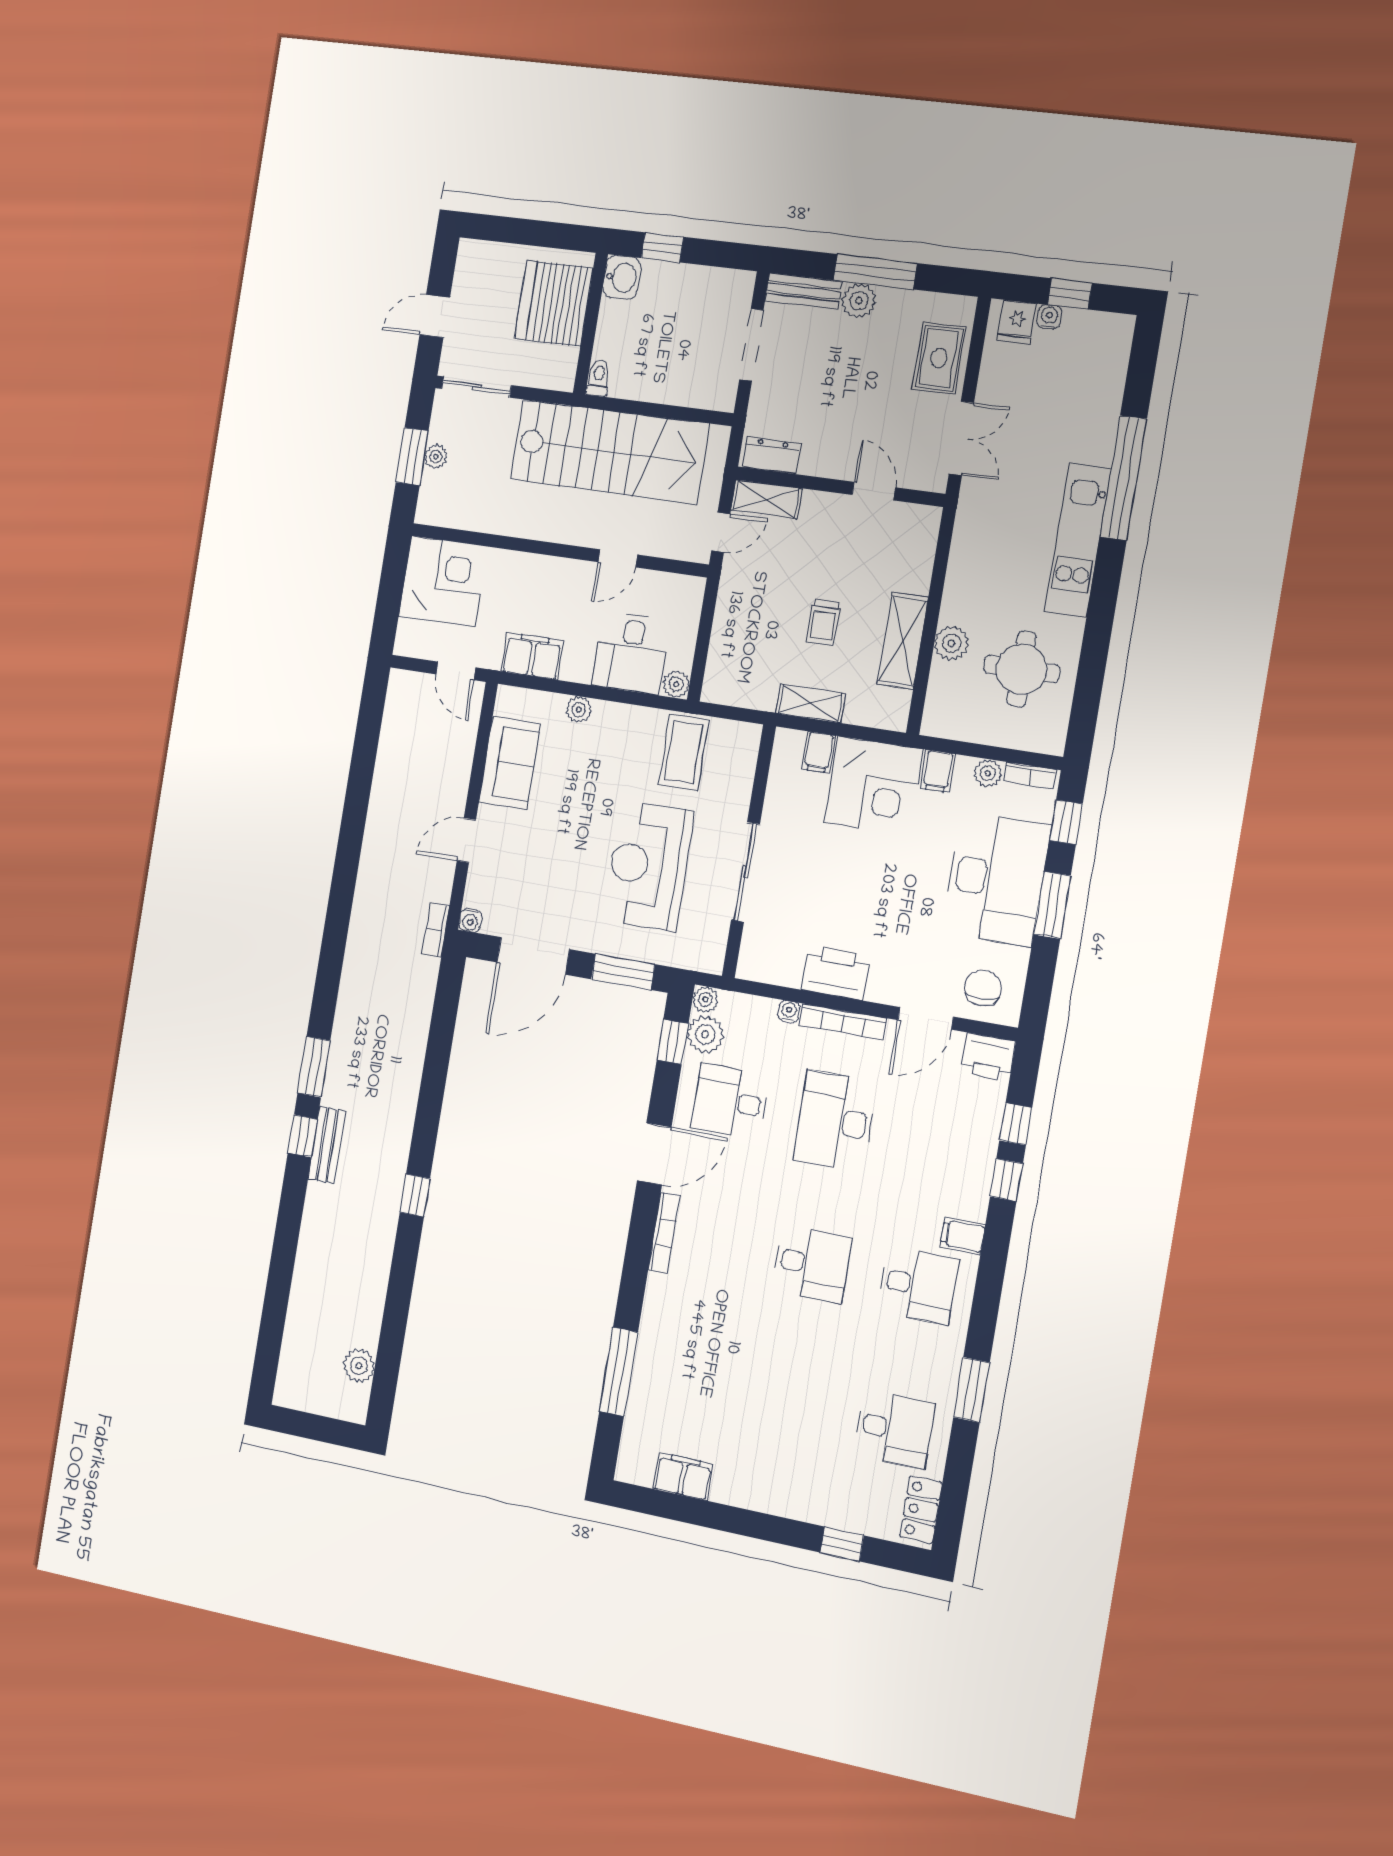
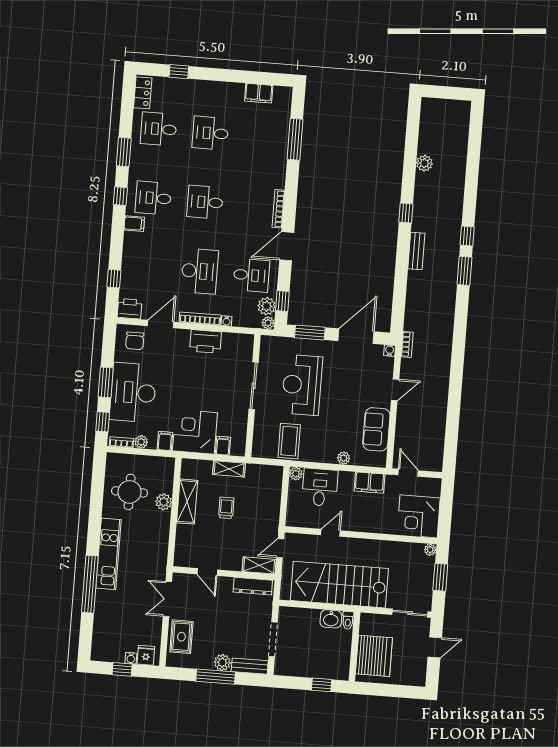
washbasin: (622, 277) -> (331, 619), moved, turned -90
dresser: (771, 455) -> (253, 586), width x1.44
plant: (436, 457) -> (430, 550), moved
reception desk: (648, 865) -> (302, 385), turned 180
bench: (327, 1145) -> (416, 251), moved
window: (1006, 1180) -> (120, 196), moved
plant: (359, 1366) -> (424, 163), moved
desk: (788, 1407) -> (210, 133), added

